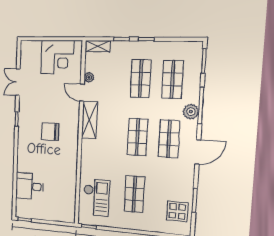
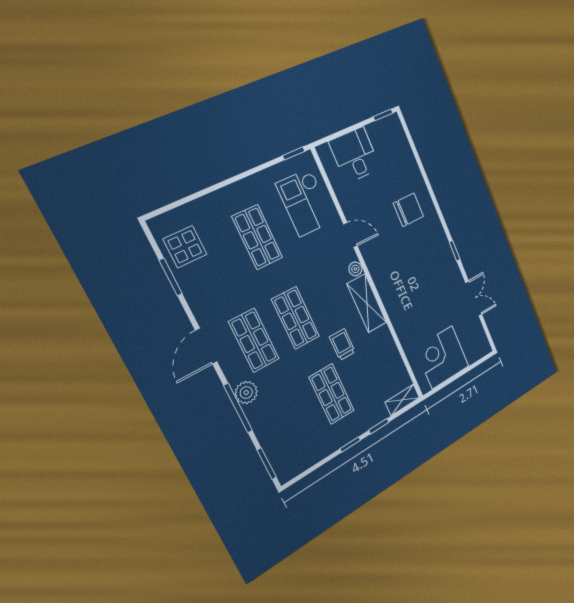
plant: (89, 77) -> (355, 269), moved
shop shelf: (173, 79) -> (292, 418), removed
door: (82, 93) -> (350, 235), moved
trolley: (118, 105) -> (342, 344), added
chair: (50, 132) -> (408, 210), moved
desk: (30, 186) -> (355, 155), moved, turned -90

